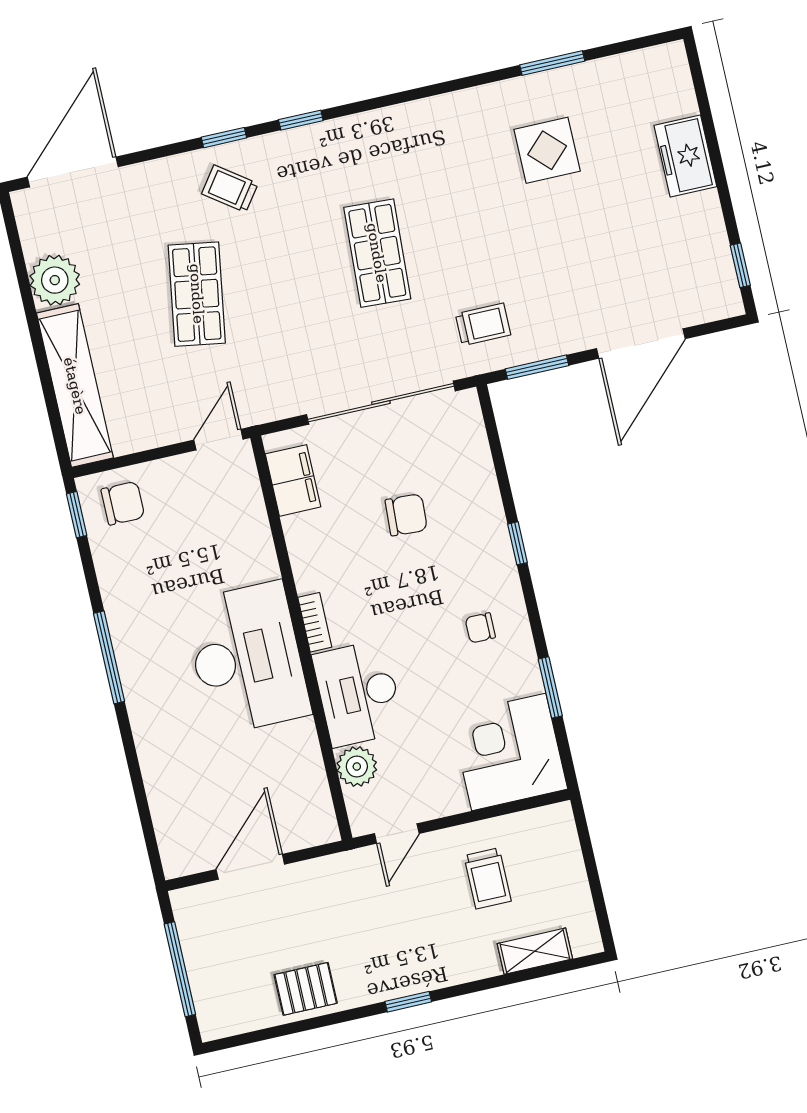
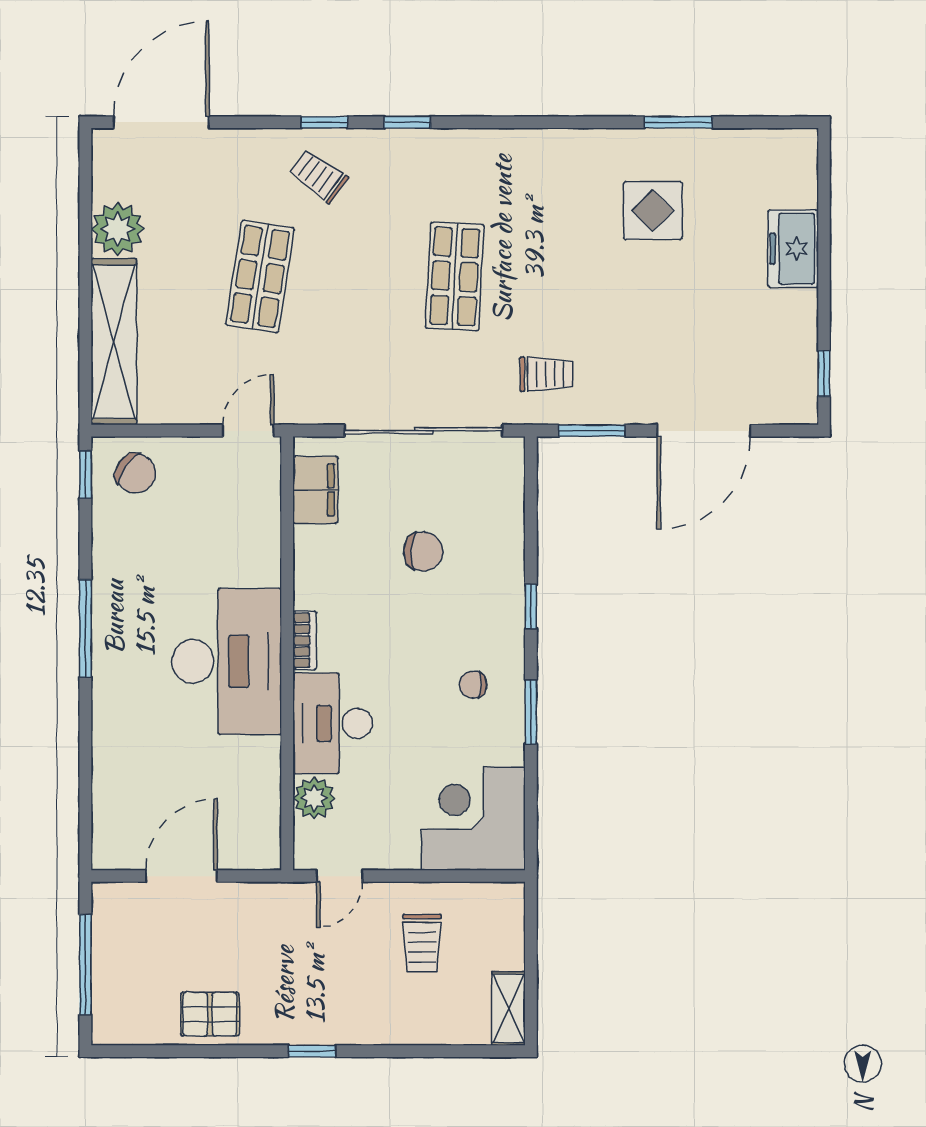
chair: (123, 503) -> (136, 474), turned 36
window: (550, 687) -> (531, 712), moved
shelving: (535, 951) -> (509, 1008), moved, turned 90

